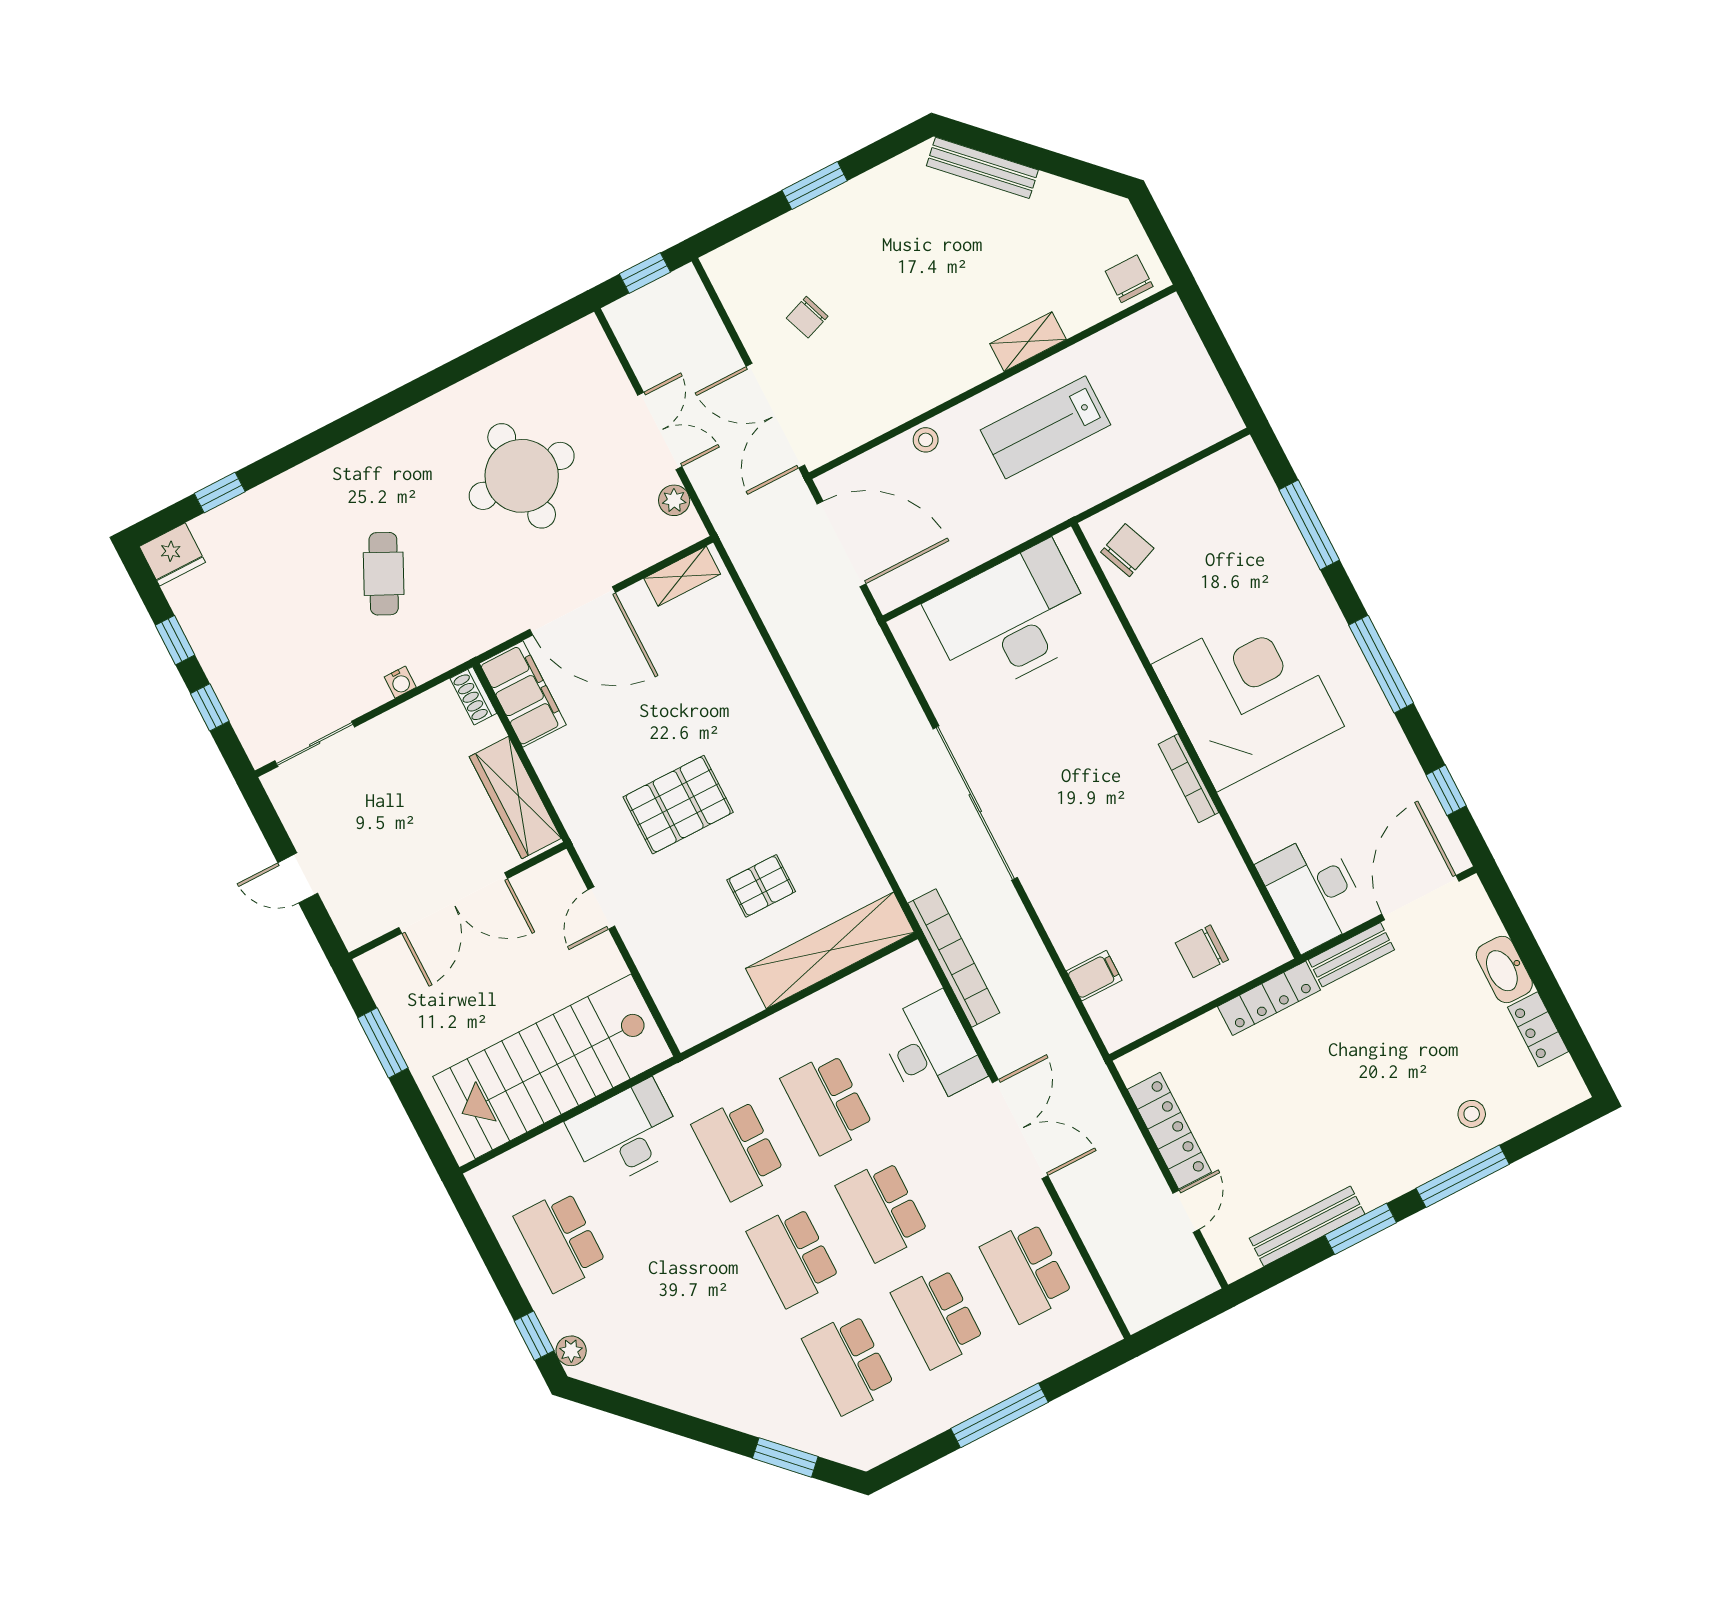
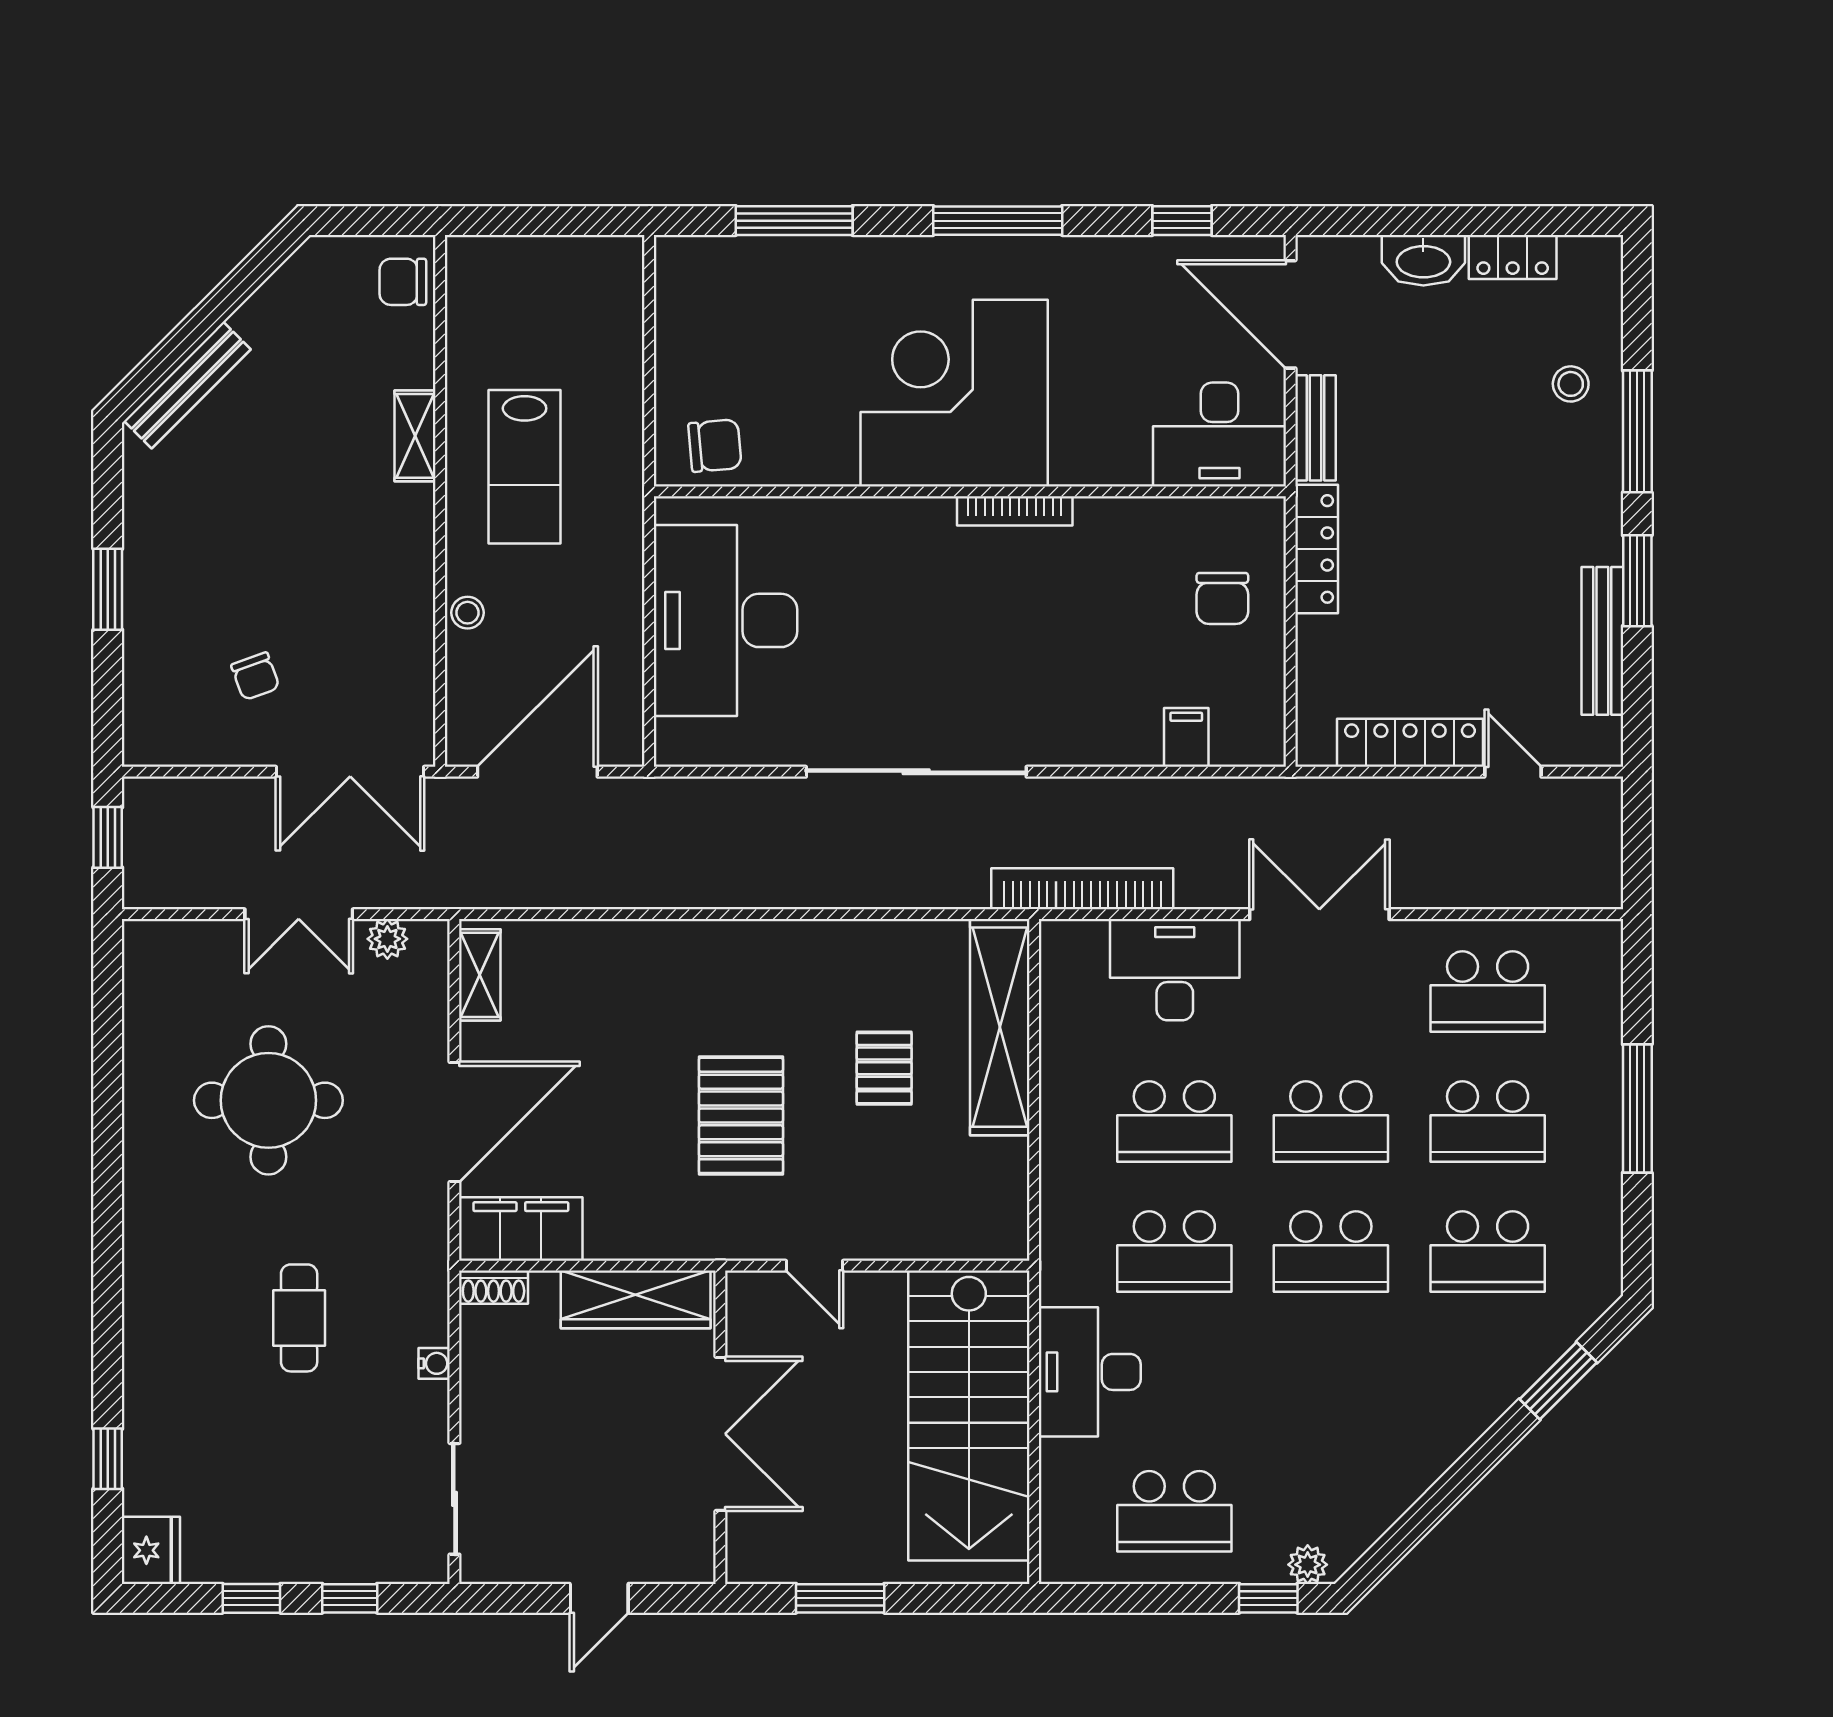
double door: (660, 431) -> (299, 914), swing flipped
chair: (1127, 550) -> (715, 446), turned 107
cafe table: (384, 574) -> (299, 1318), turned 64

